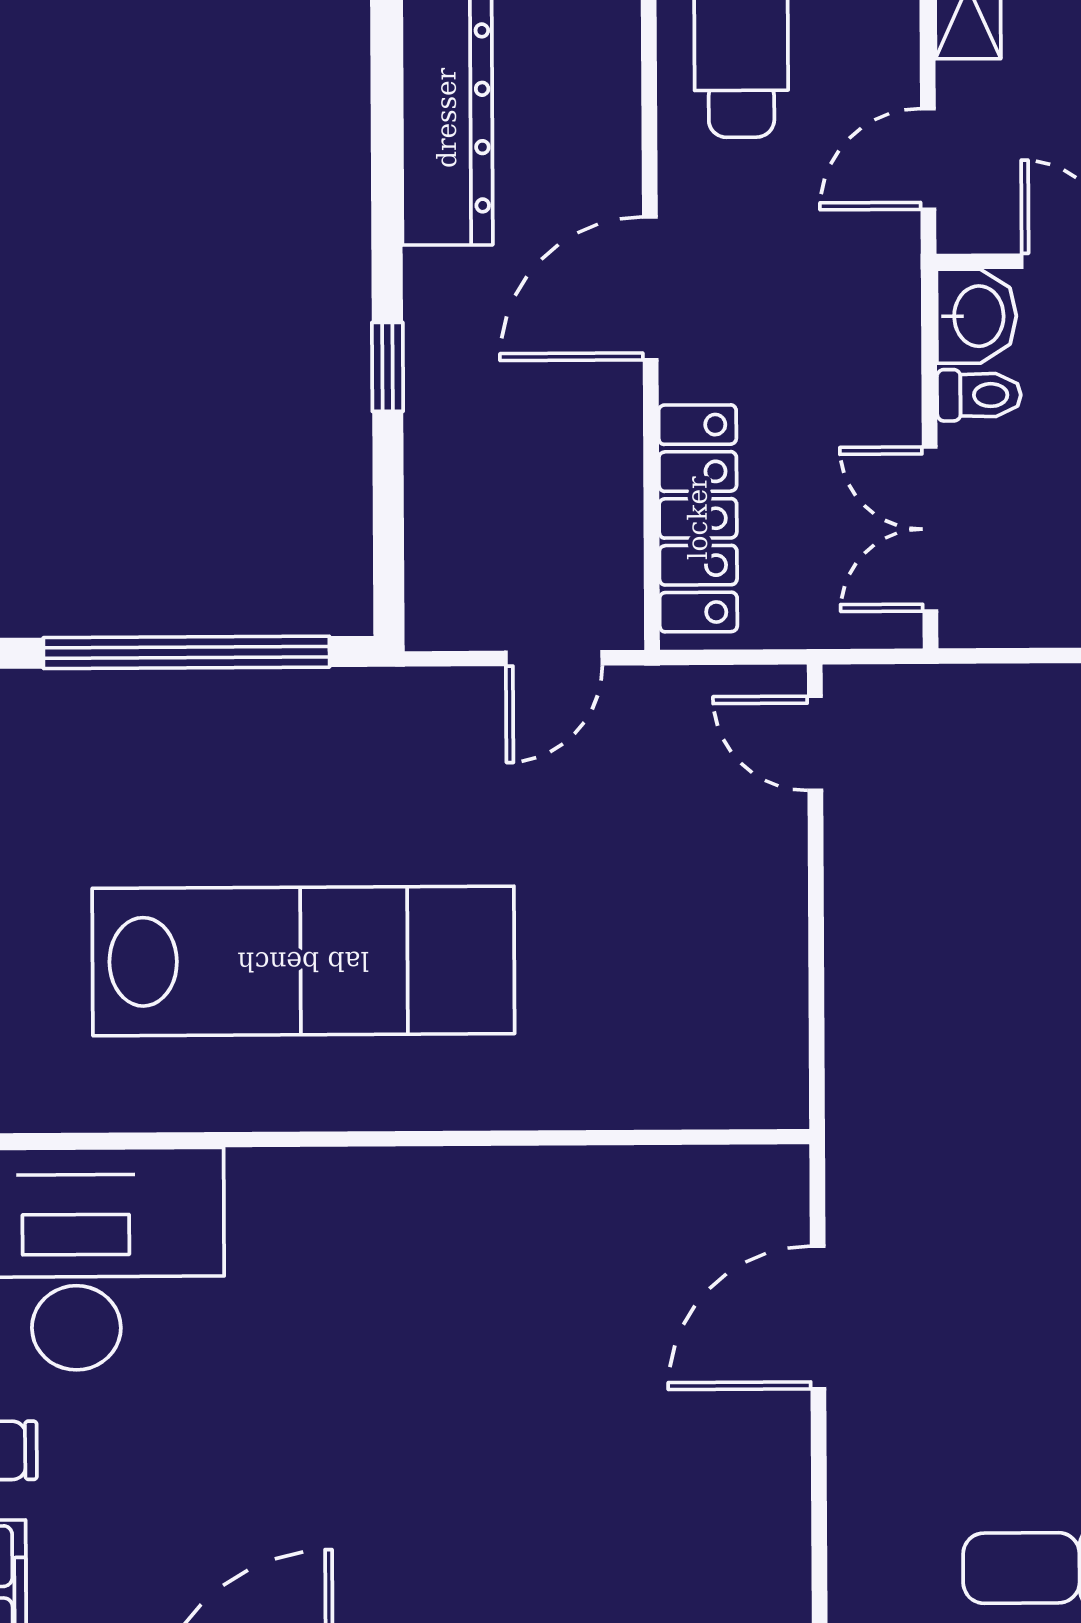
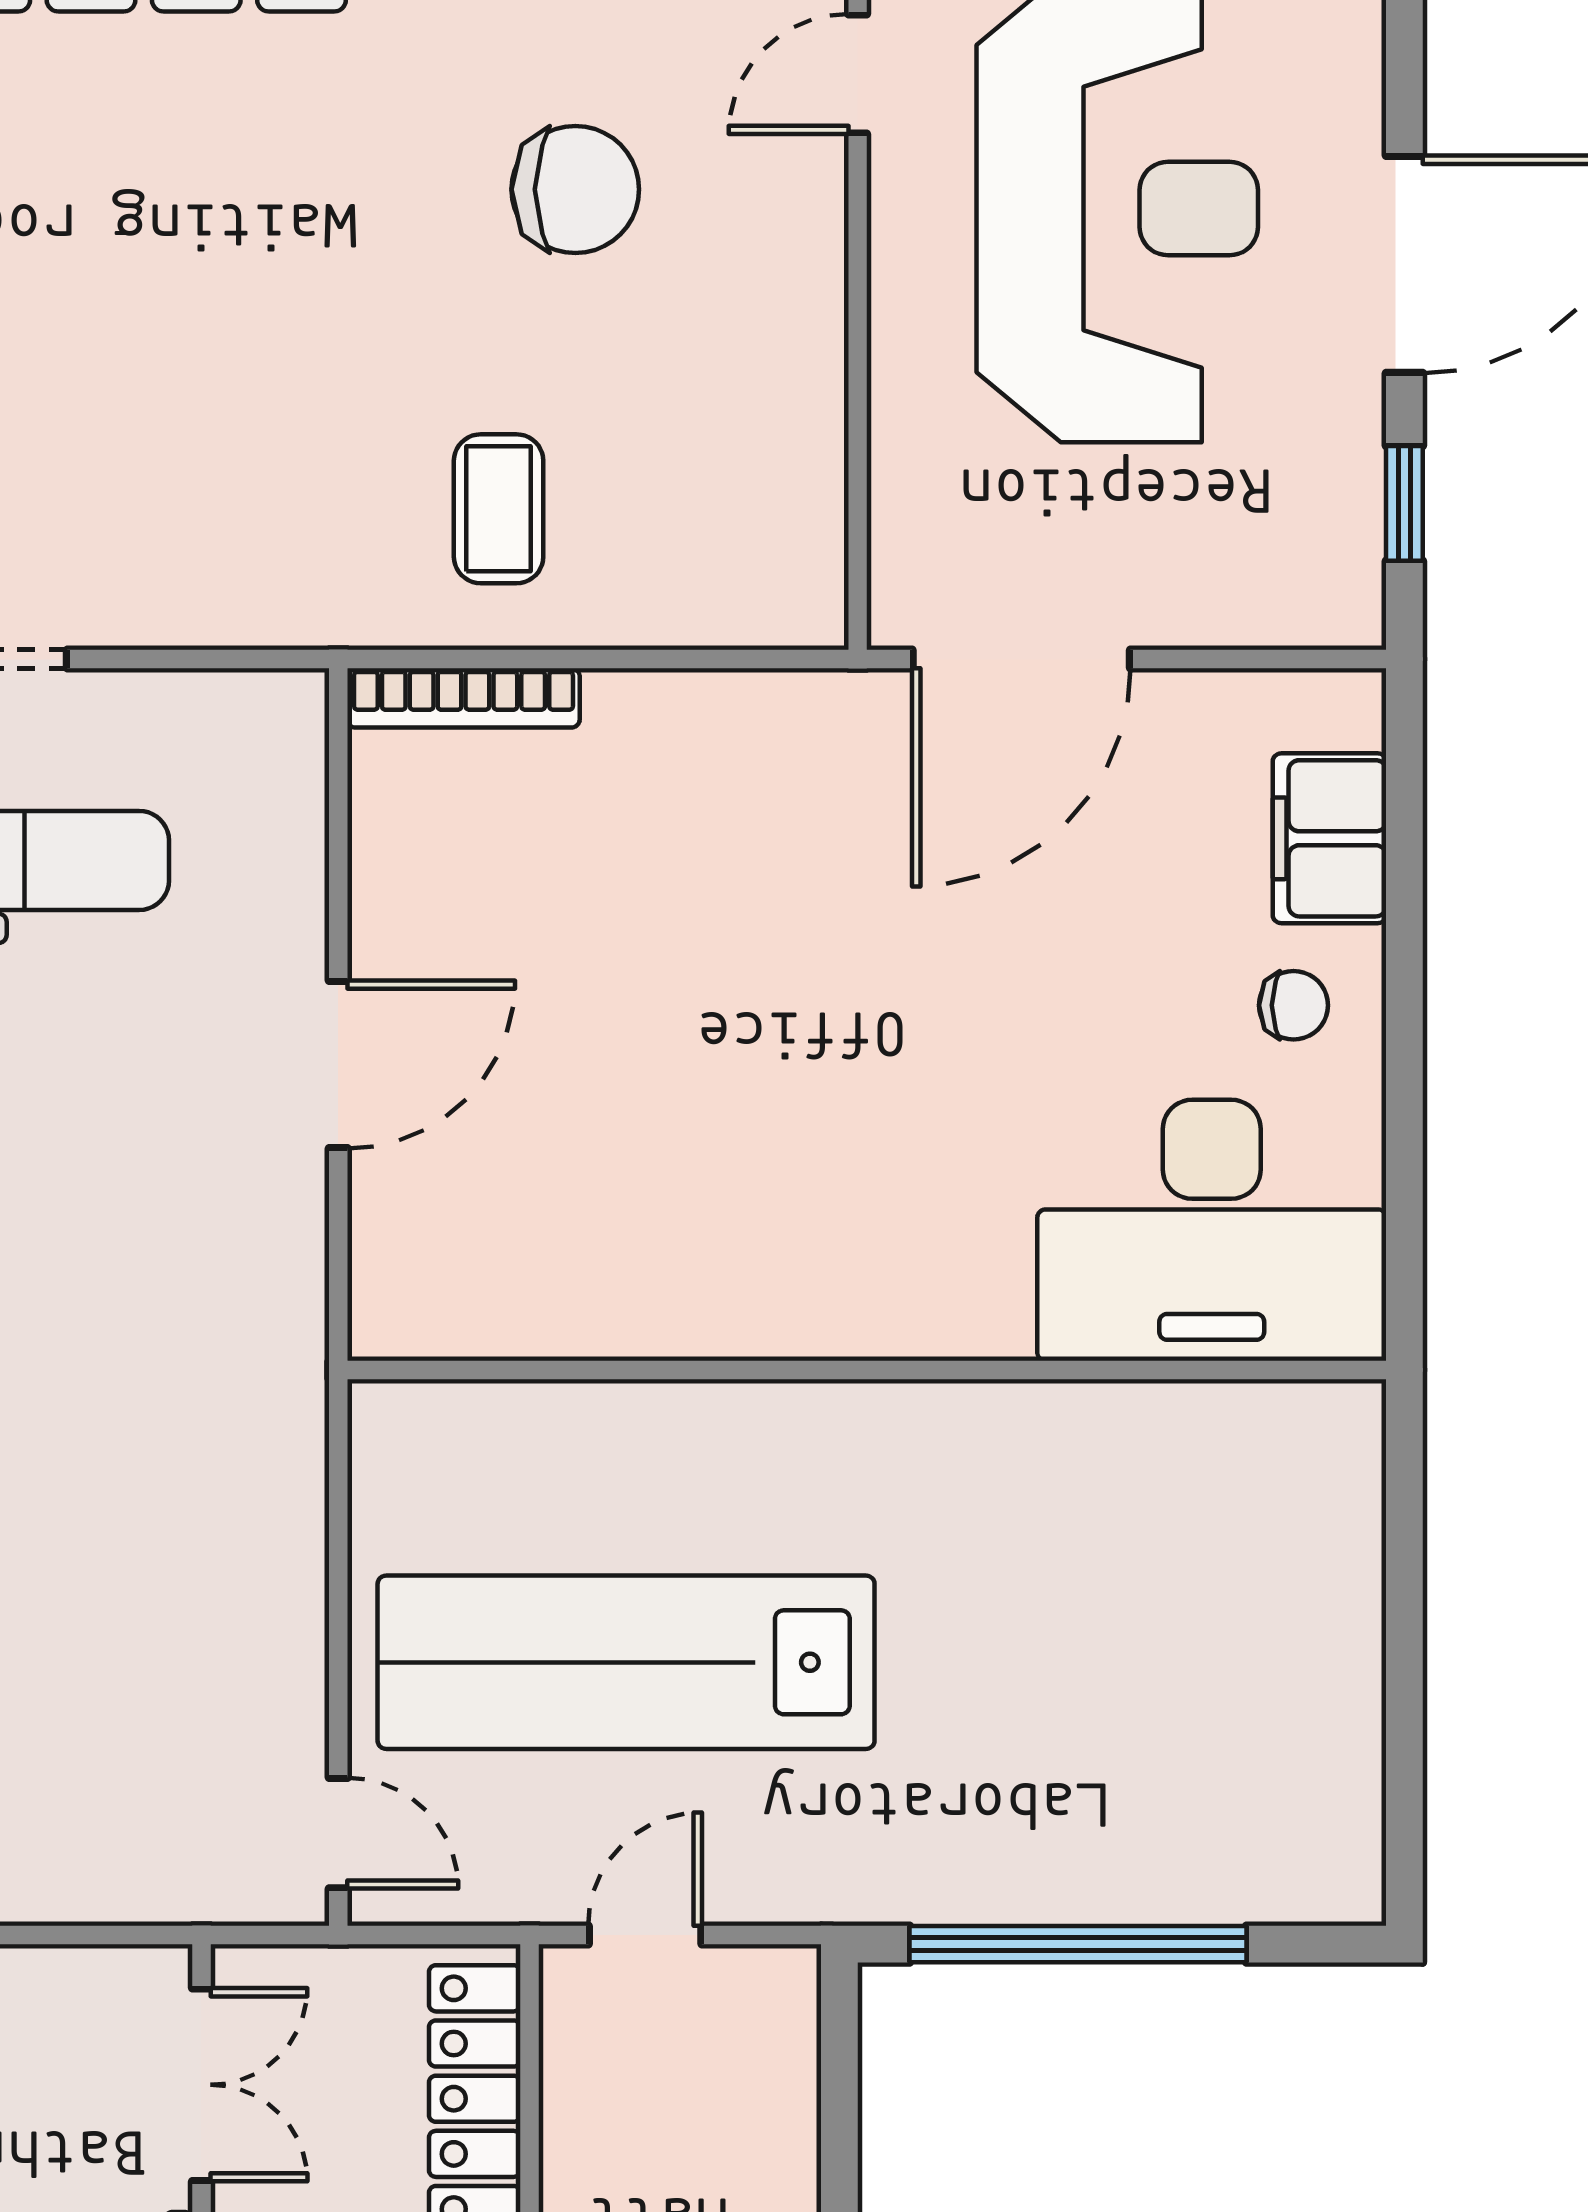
lab bench: (303, 961) -> (626, 1662), moved
door: (818, 1317) -> (338, 1064), moved

